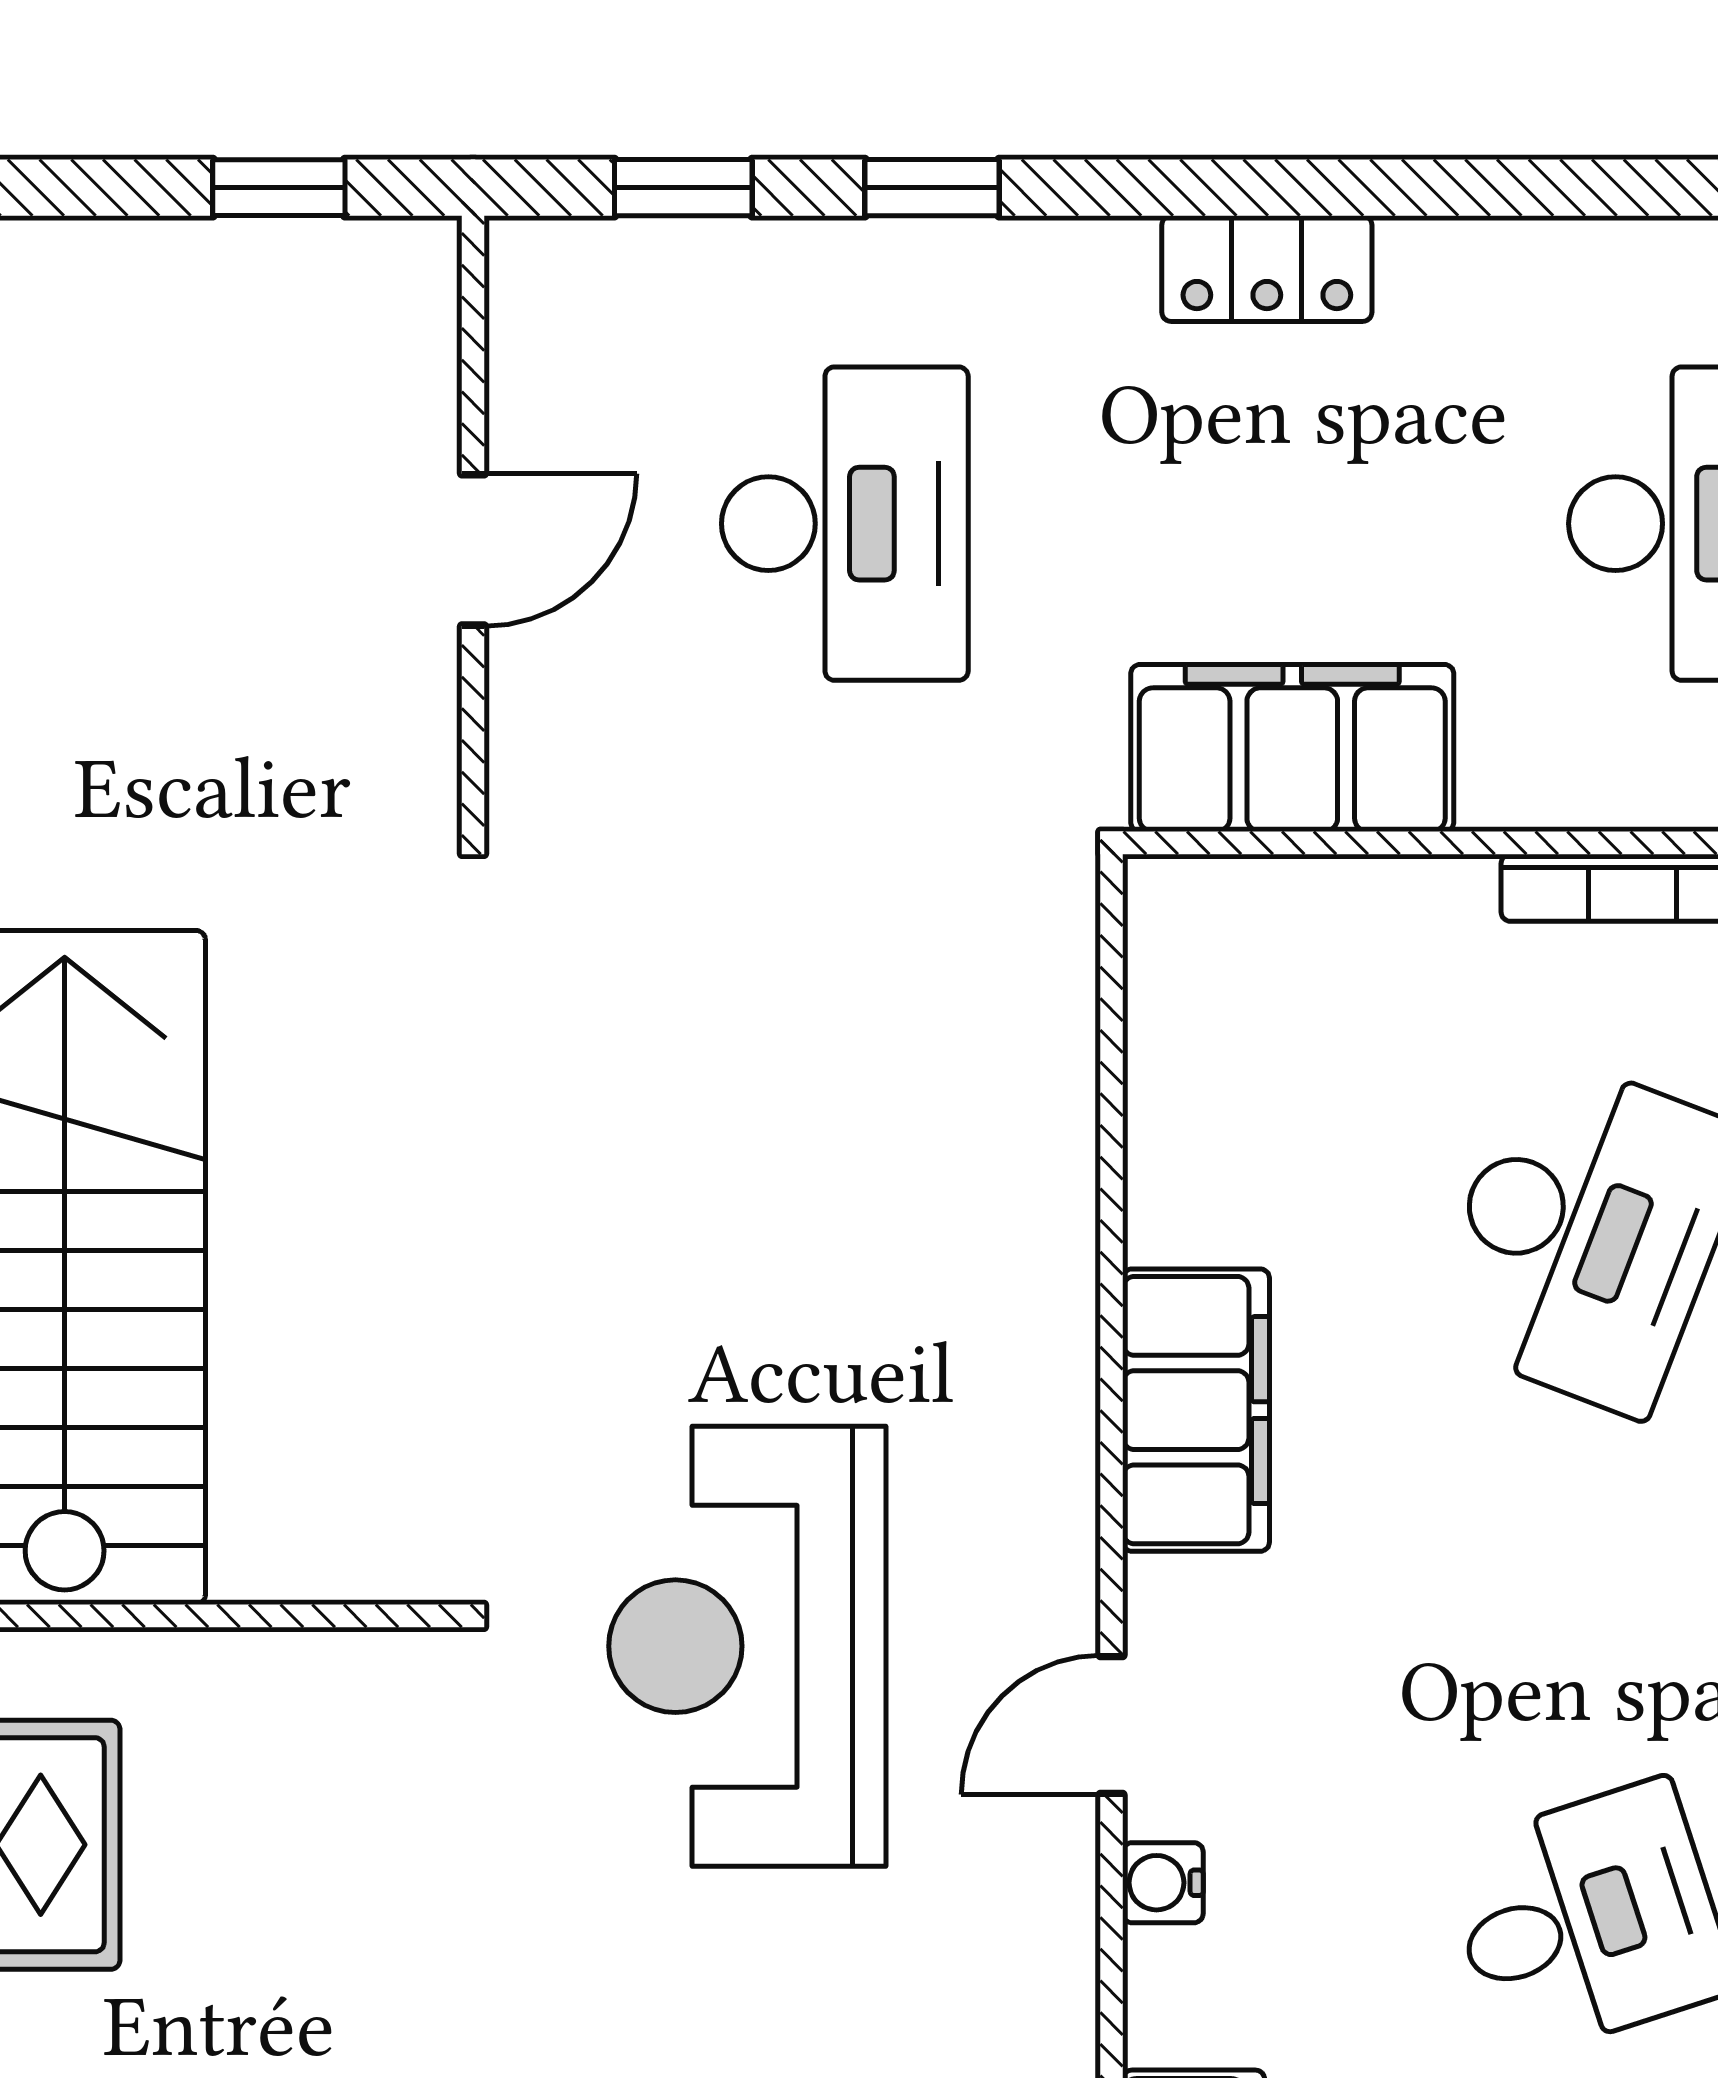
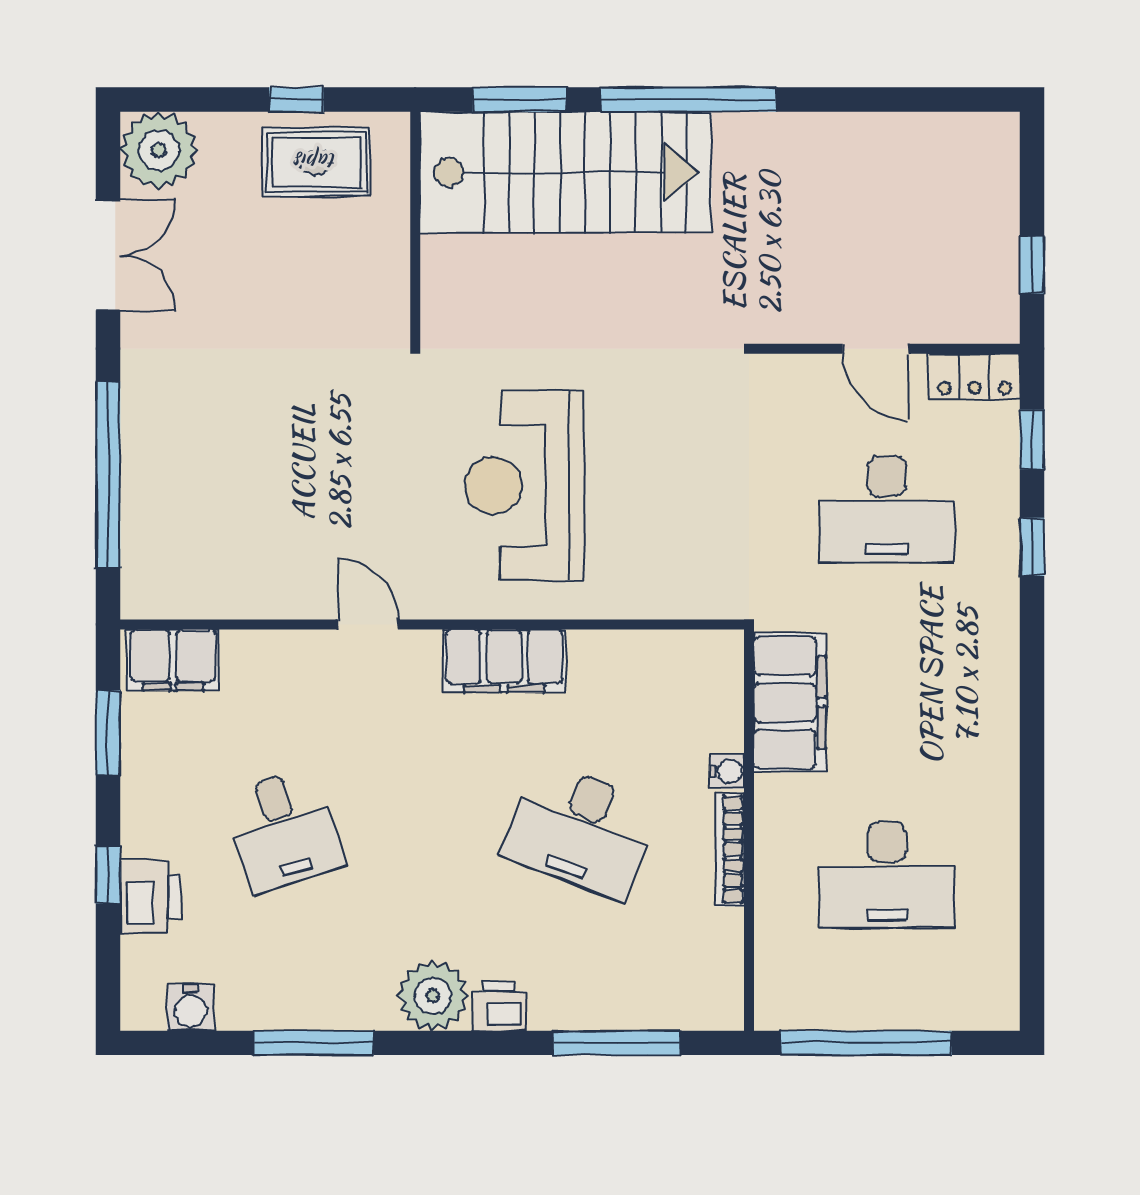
locker: (1267, 269) -> (975, 376), moved, turned -90
reception desk: (747, 1646) -> (524, 485), moved, turned -90
water cooler: (1163, 1883) -> (727, 771), moved, turned 90

